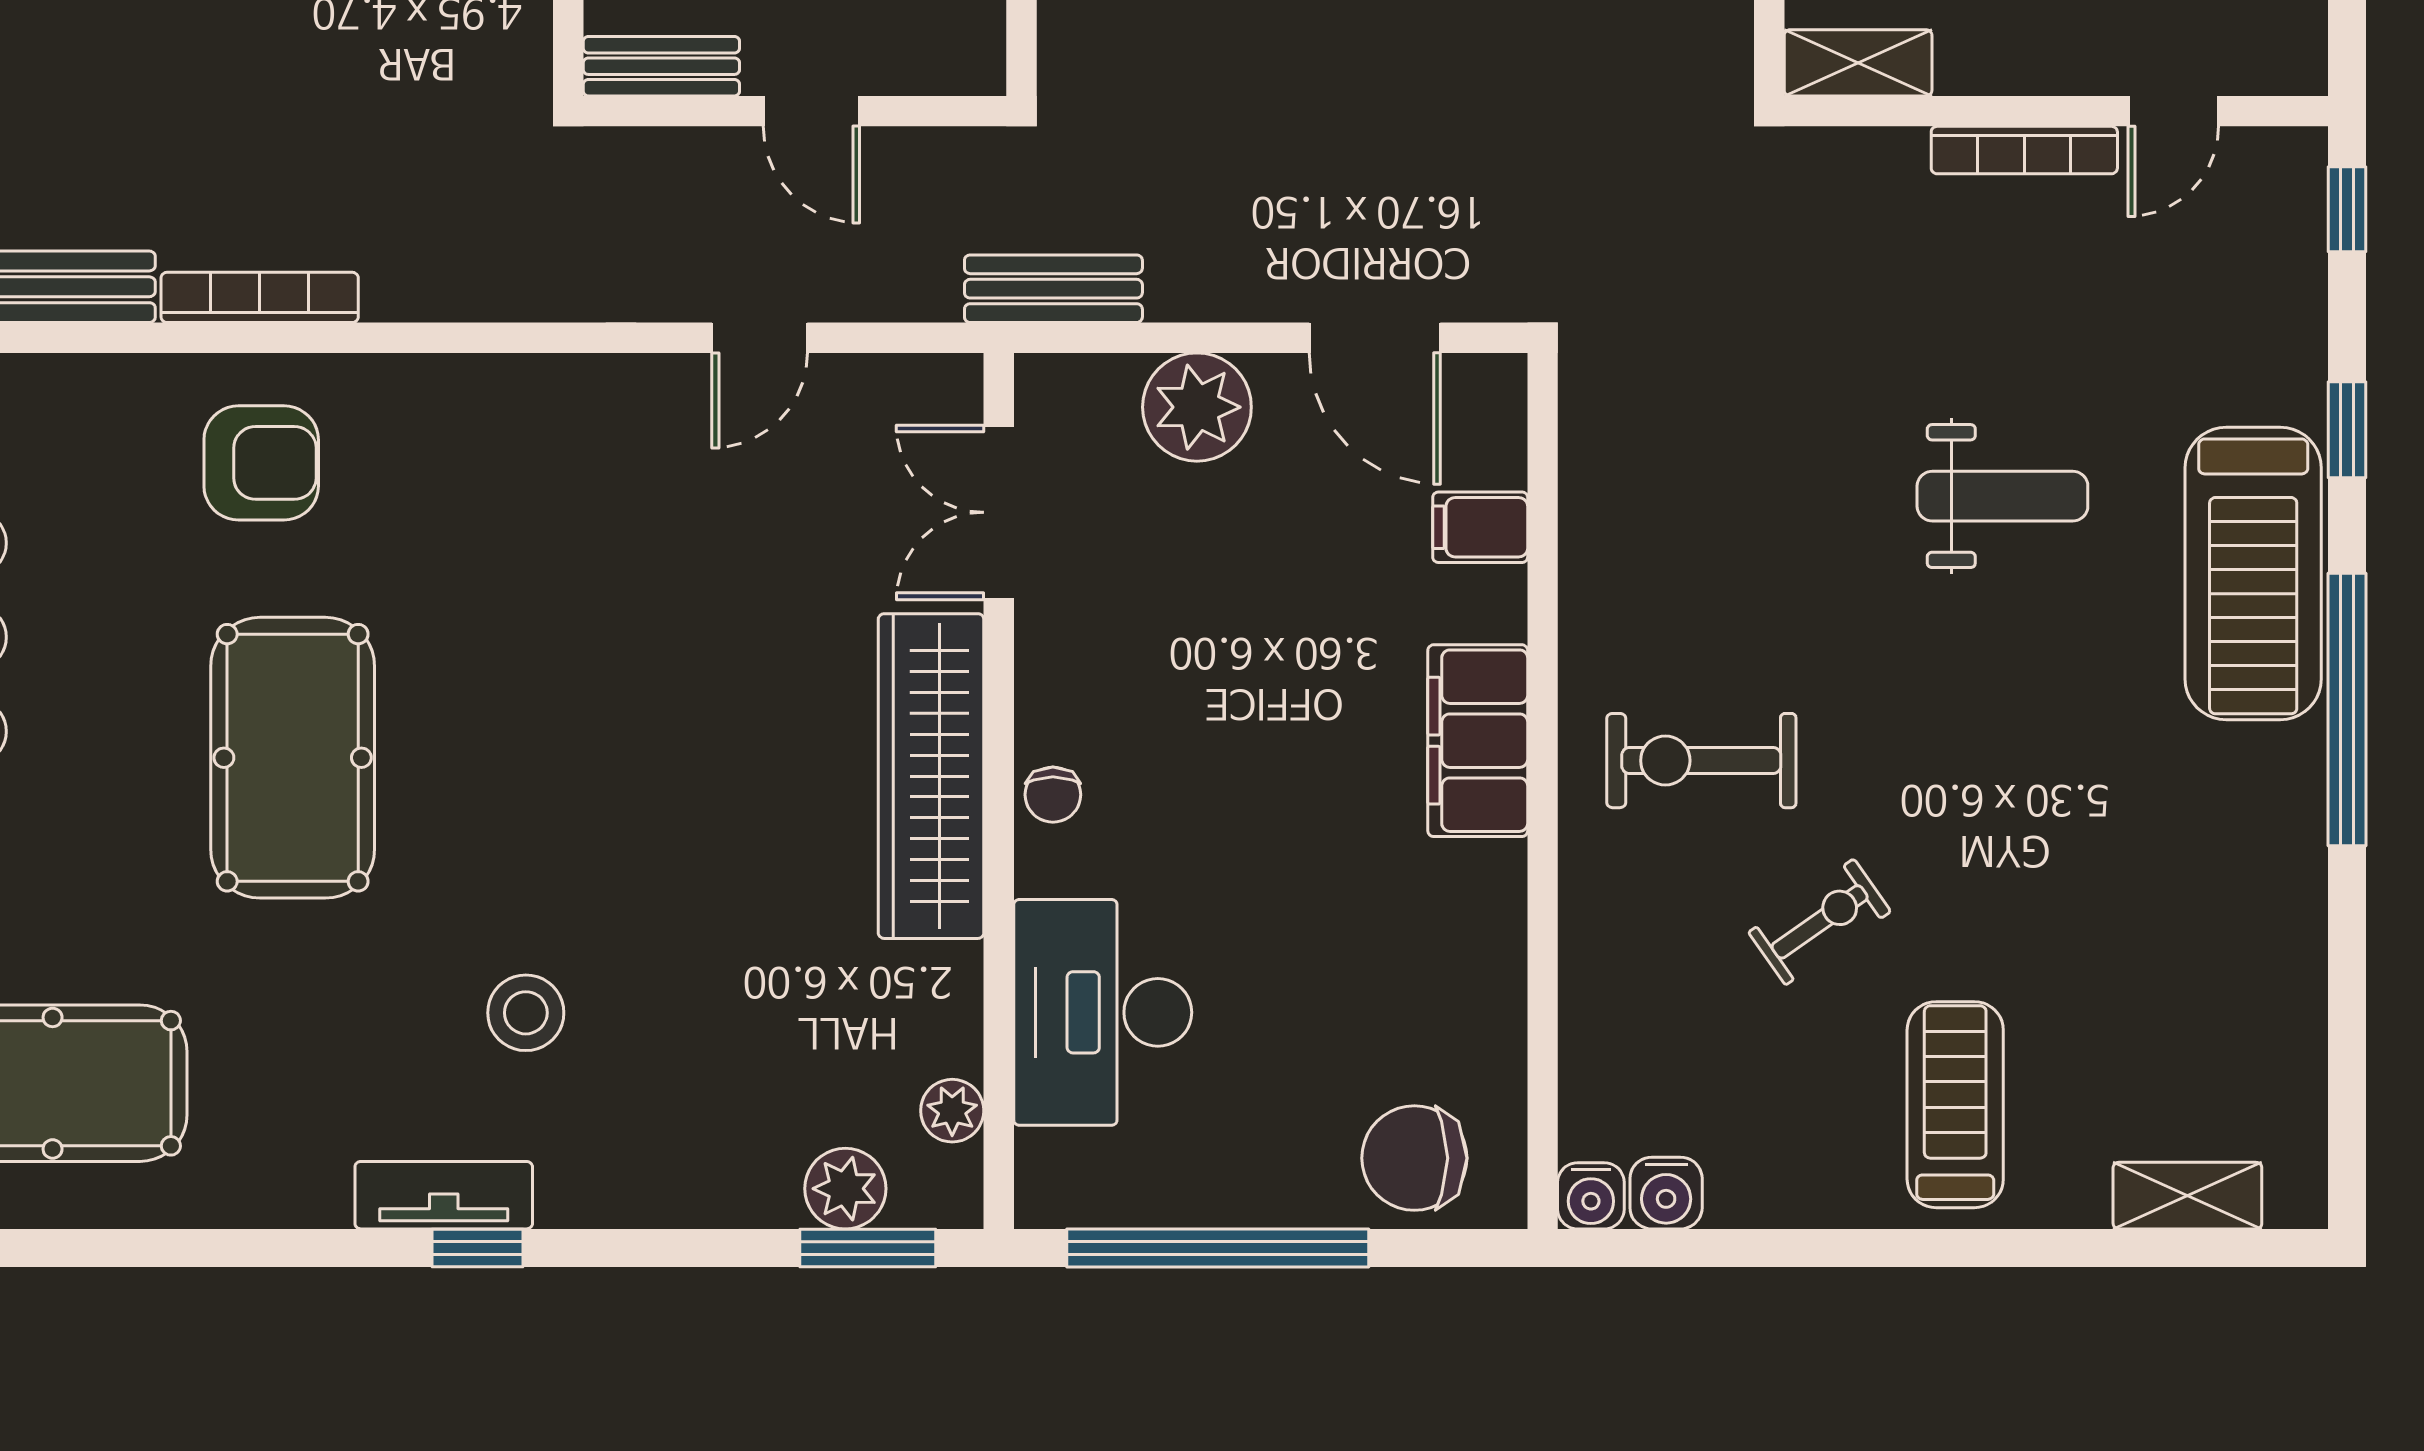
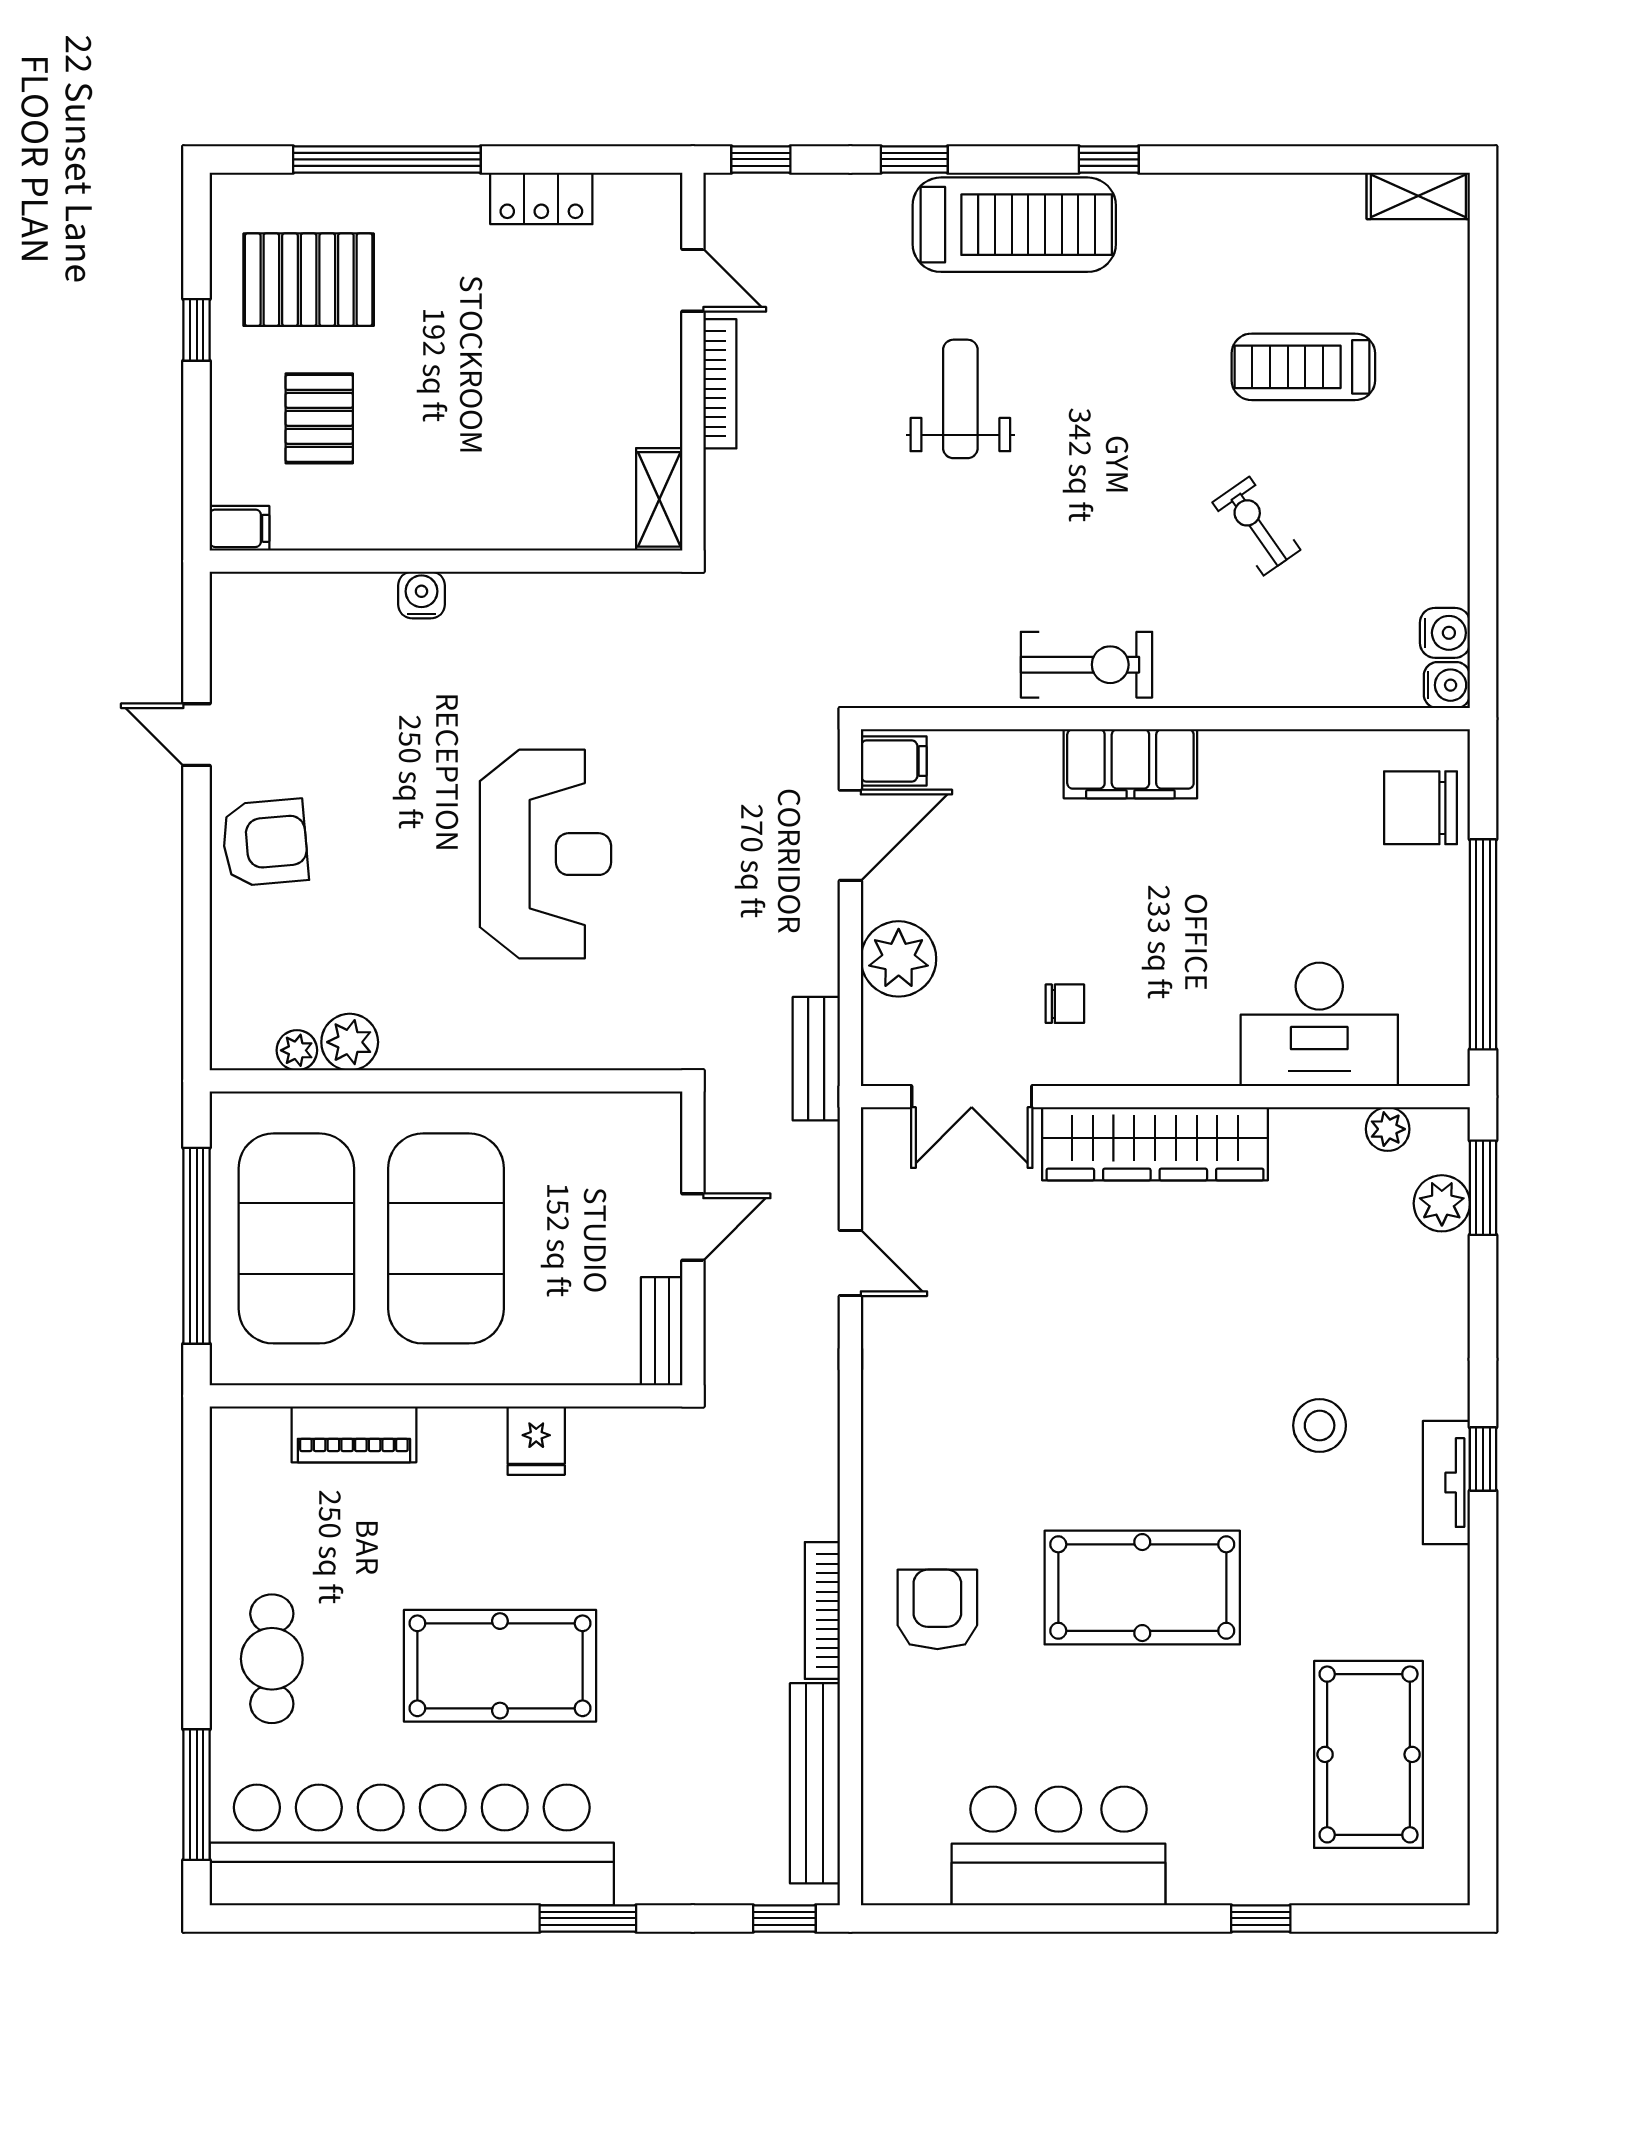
filing cabinet: (1480, 527) -> (894, 761), moved, turned -90
window: (2347, 710) -> (1109, 159), width x0.32
exercise bike: (1701, 761) -> (1087, 665), moved, turned -90
chair: (1053, 795) -> (1065, 1004), moved
treadmill: (1955, 1105) -> (1303, 367), moved
chair: (1414, 1158) -> (1421, 808), turned 90
shelving: (2187, 1196) -> (1418, 196), moved, turned 90

